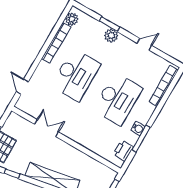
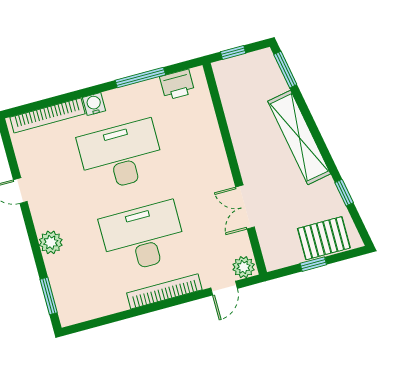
plant: (72, 19) -> (244, 267), moved
window: (110, 24) -> (49, 296), moved
bookcase: (56, 43) -> (164, 291), moved
water cooler: (138, 128) -> (94, 104), moved

